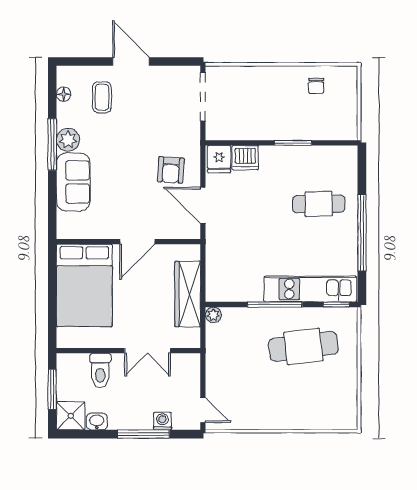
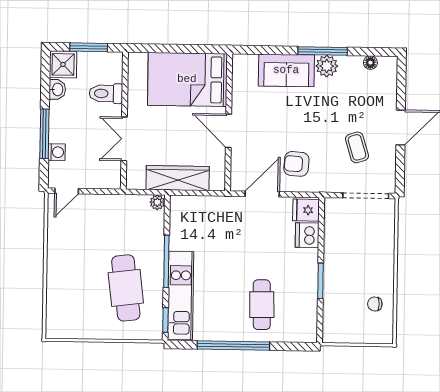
coffee table: (102, 97) -> (357, 147), moved, turned 73

